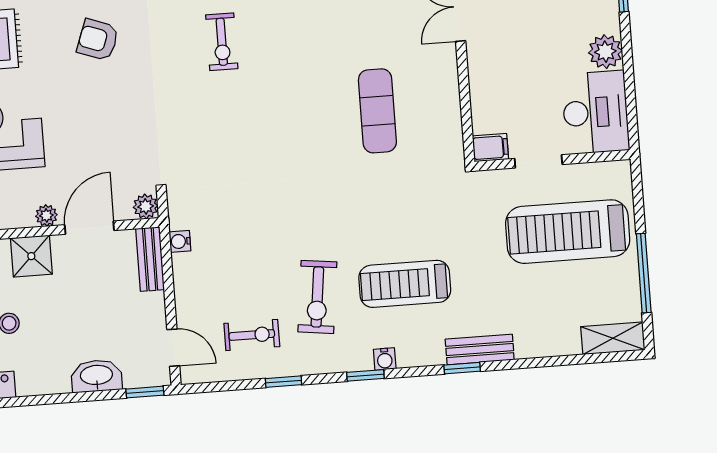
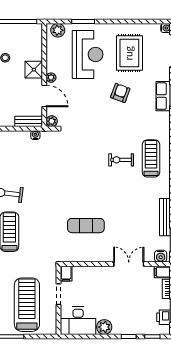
armchair: (98, 40) -> (120, 93), moved

